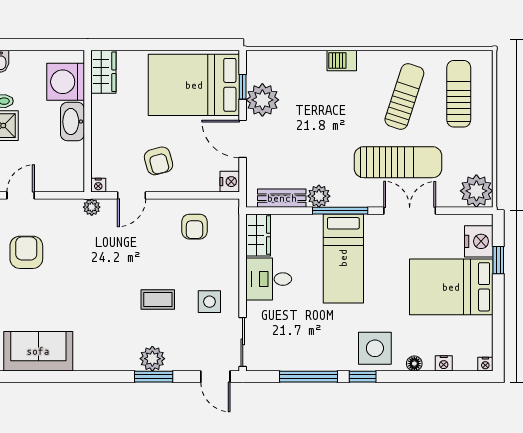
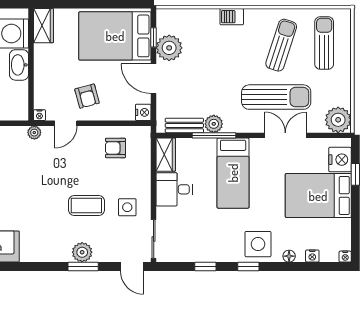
window: (340, 211) -> (214, 135), moved
armchair: (194, 227) -> (115, 148), turned 90
coffee table: (158, 299) -> (86, 205), width x1.36, depth x1.30
window: (308, 377) -> (205, 266), width x0.46

